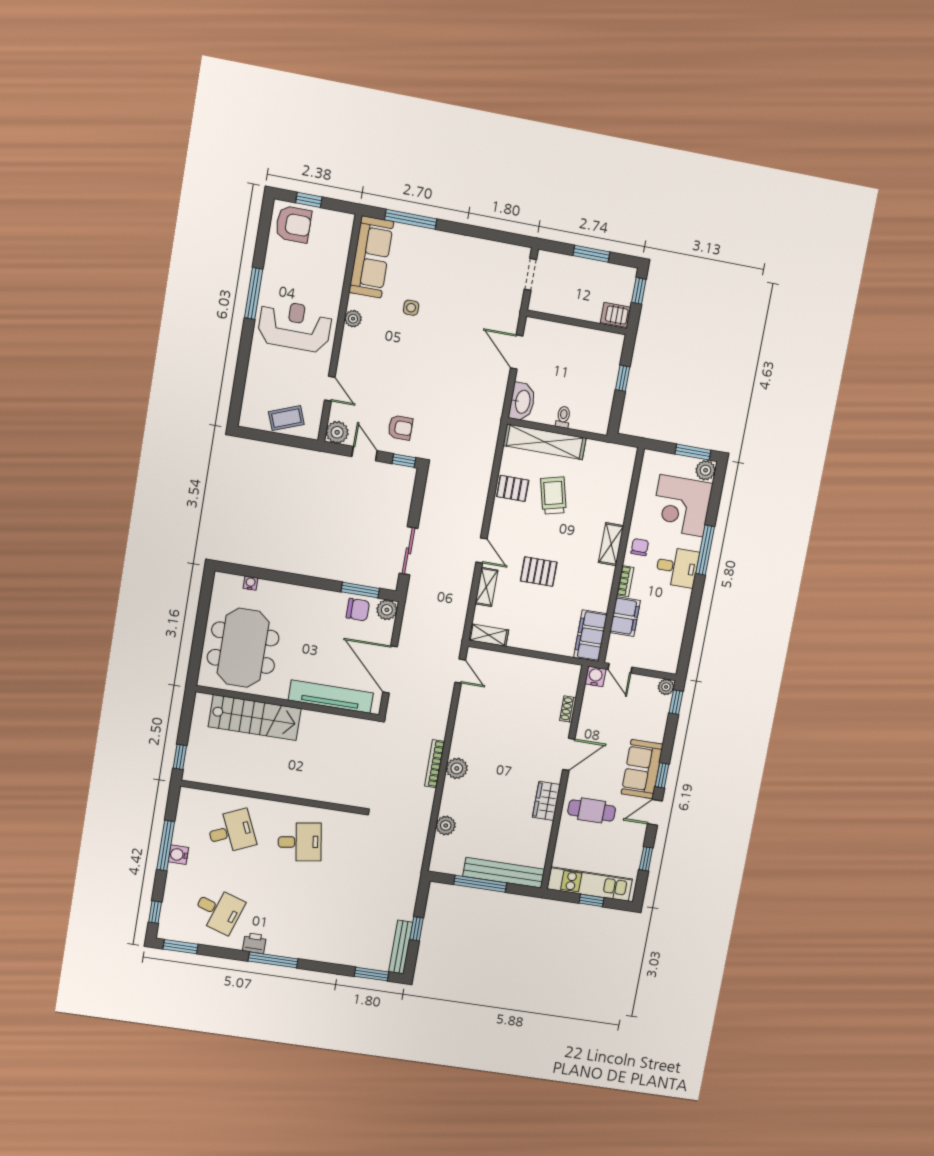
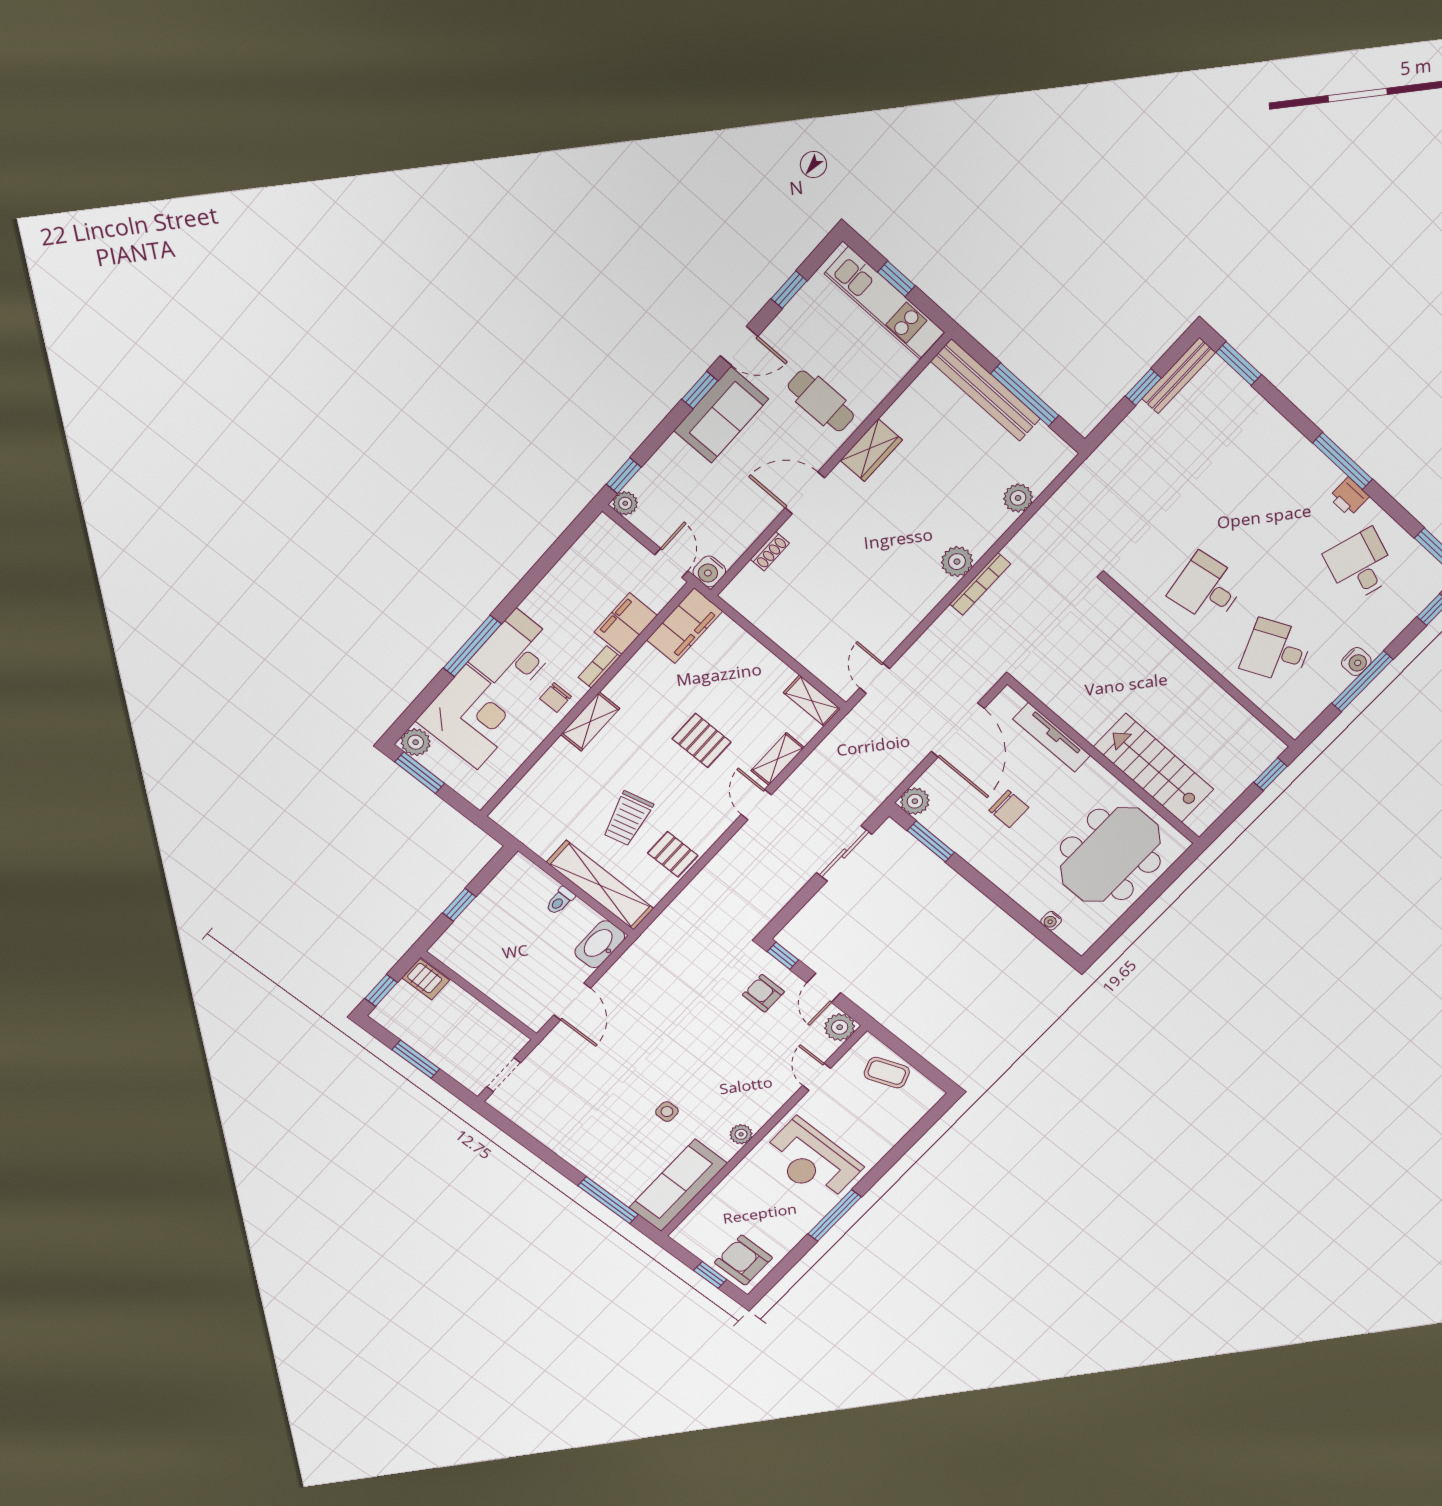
desk: (677, 567) -> (515, 653), width x1.37
chair: (358, 610) -> (1009, 809), moved, turned 180
tv unit: (331, 697) -> (1052, 737), width x0.73, depth x0.78

